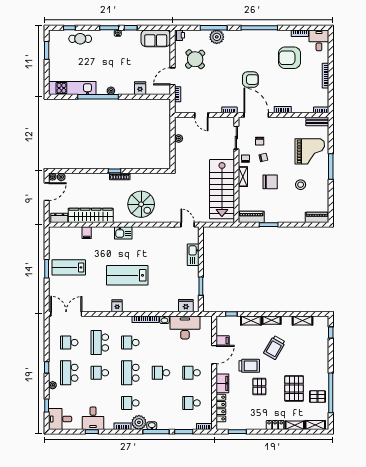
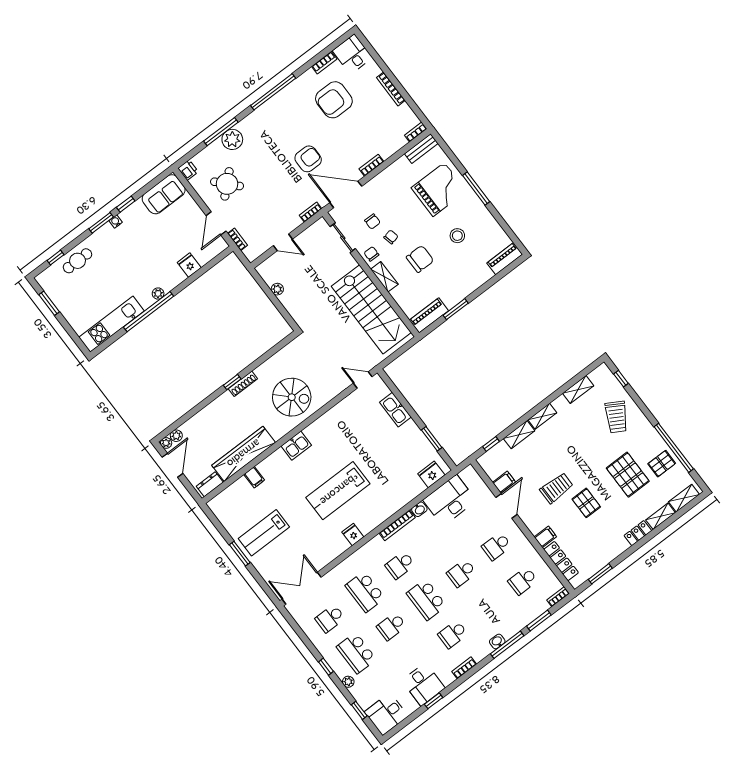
trolley: (274, 347) -> (616, 417), moved
filing cabinet: (222, 383) -> (545, 537), width x0.50
plant: (139, 422) -> (480, 649), removed

